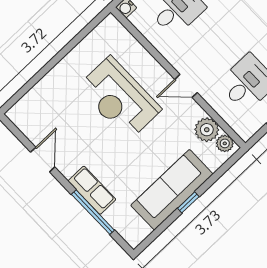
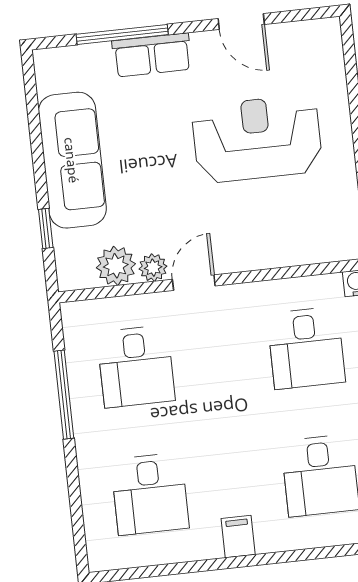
reception desk: (119, 98) -> (257, 139), moved
plant: (225, 143) -> (153, 268), moved
window: (188, 202) -> (46, 228), moved

